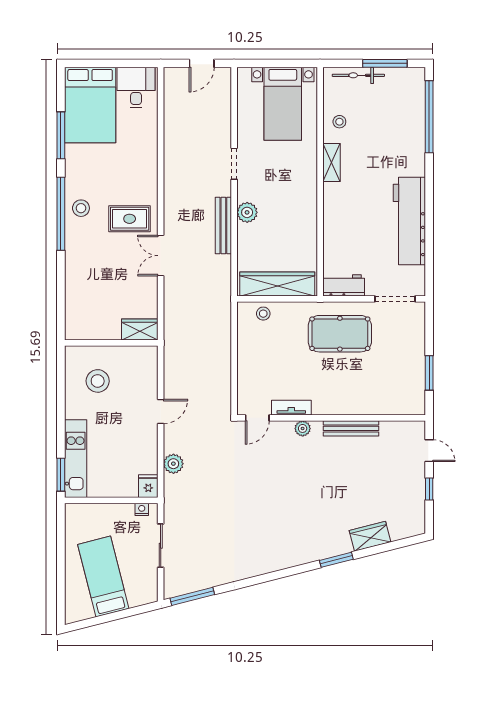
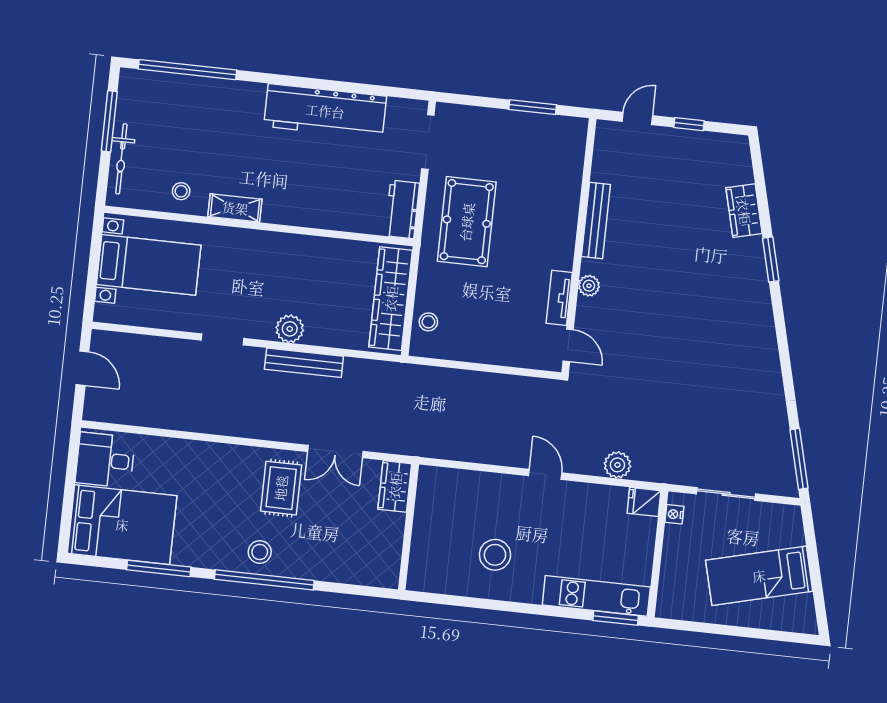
wardrobe: (140, 330) -> (395, 486), moved
wall: (111, 343) -> (409, 527), moved

